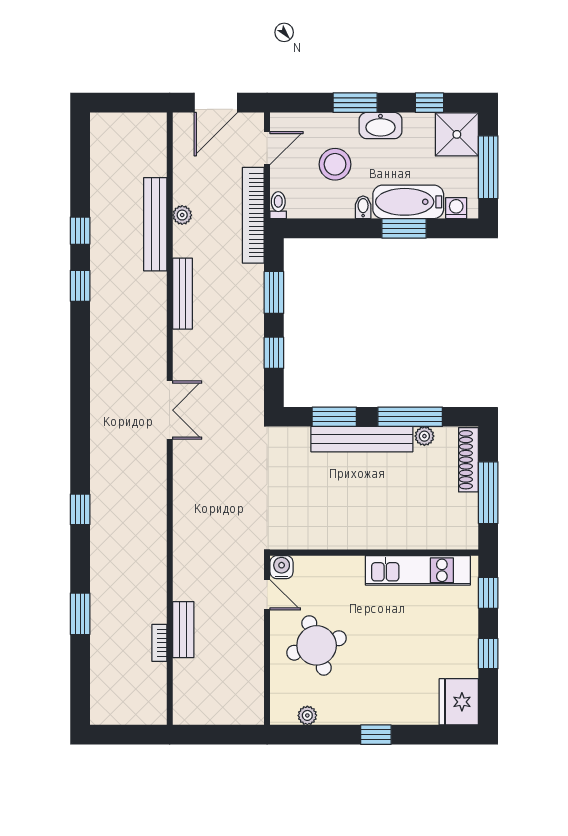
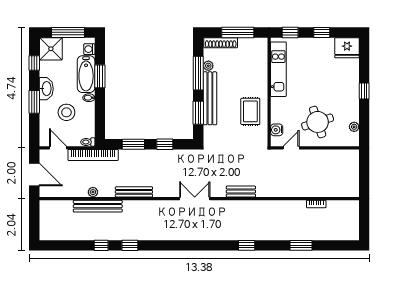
rug: (337, 517) -> (250, 111), added
water cooler: (282, 567) -> (277, 130), moved
bench: (183, 630) -> (241, 192), moved

